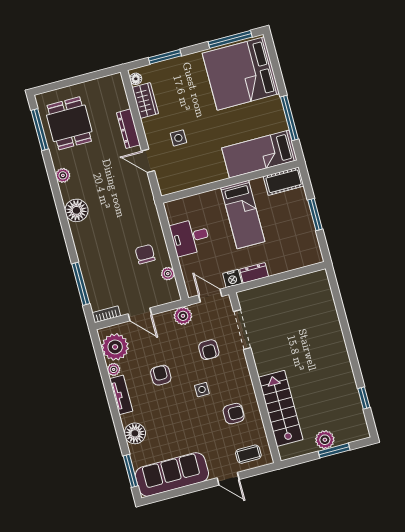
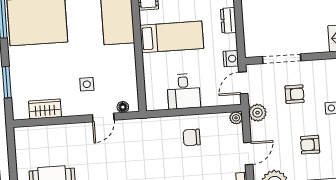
floor lamp: (136, 79) -> (123, 107), moved
dresser: (128, 129) -> (69, 130), removed
dresser: (254, 273) -> (228, 20), moved
plant: (168, 274) -> (236, 118), moved

